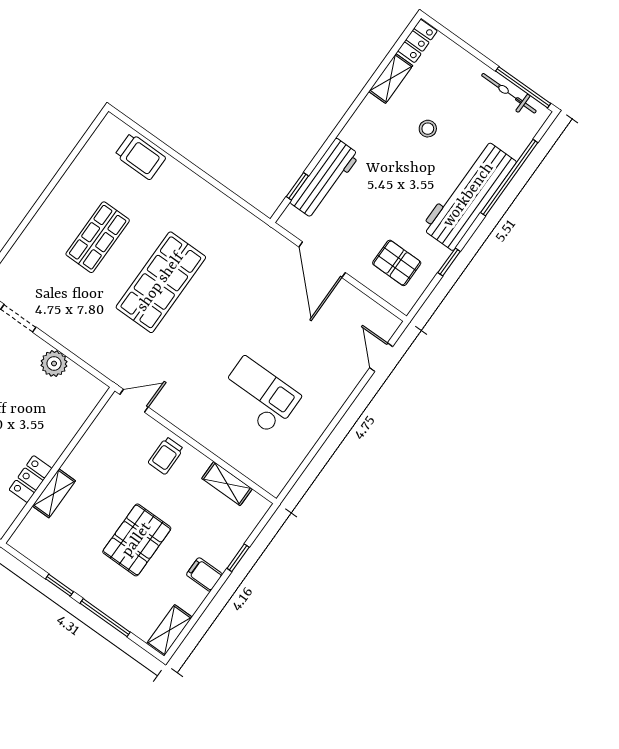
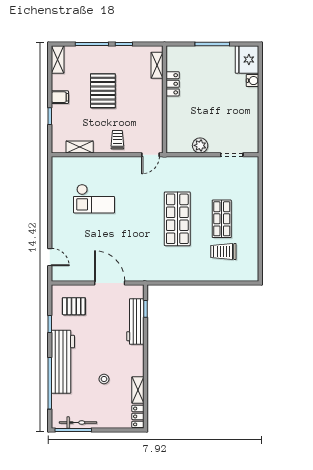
trolley: (140, 156) -> (223, 252), moved
shelving: (54, 493) -> (157, 65), moved

